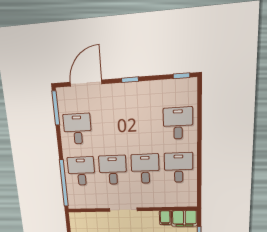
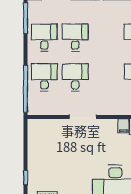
desk: (145, 169) -> (75, 38), moved

